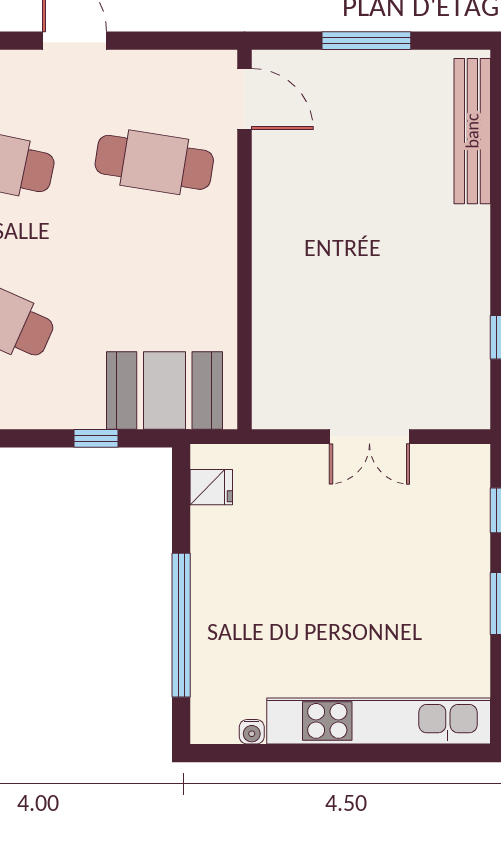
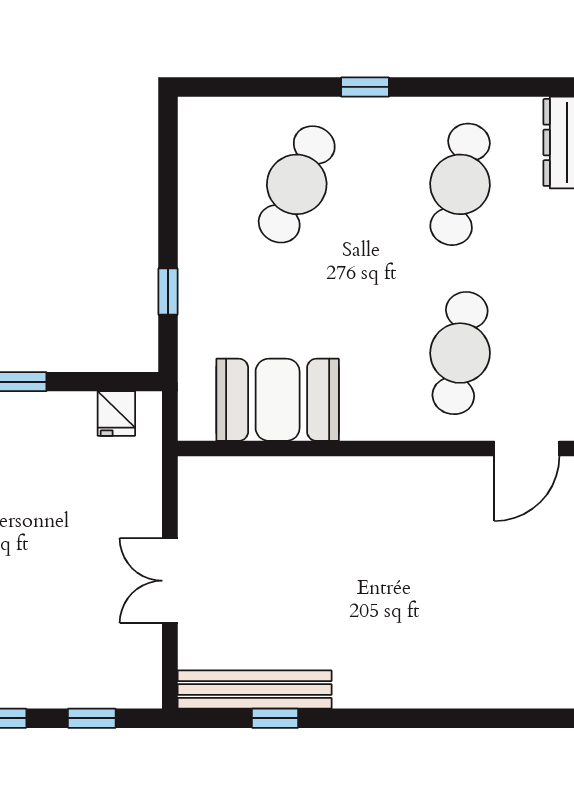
bench: (472, 131) -> (255, 690), moved
booth: (164, 391) -> (278, 400), moved, turned 90

